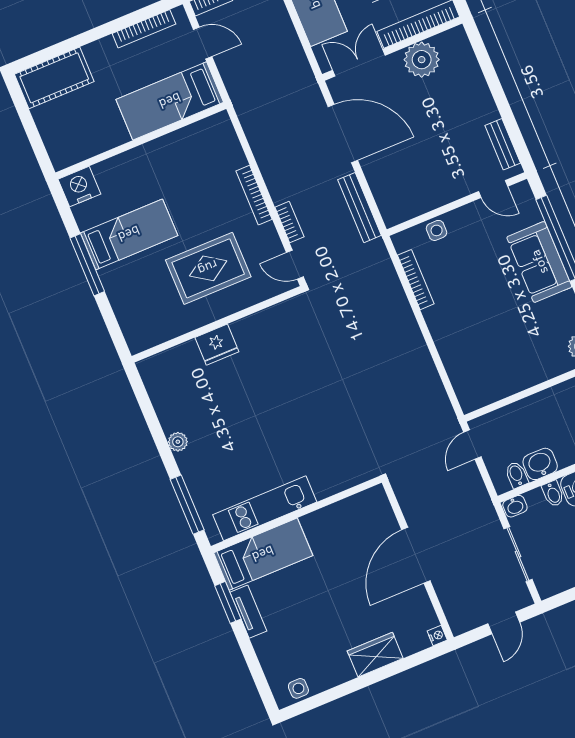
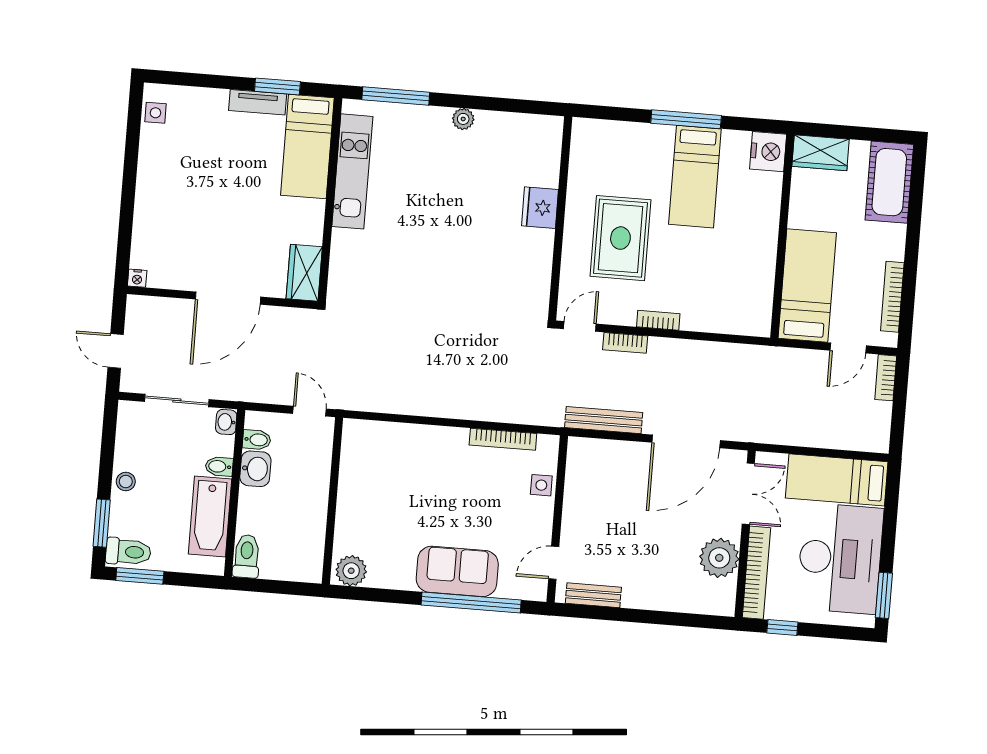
wardrobe: (59, 144) -> (821, 153), added
bookcase: (254, 195) -> (658, 320), width x0.64
door: (416, 555) -> (228, 298), swing flipped
wardrobe: (375, 655) -> (304, 273), moved, turned 180

